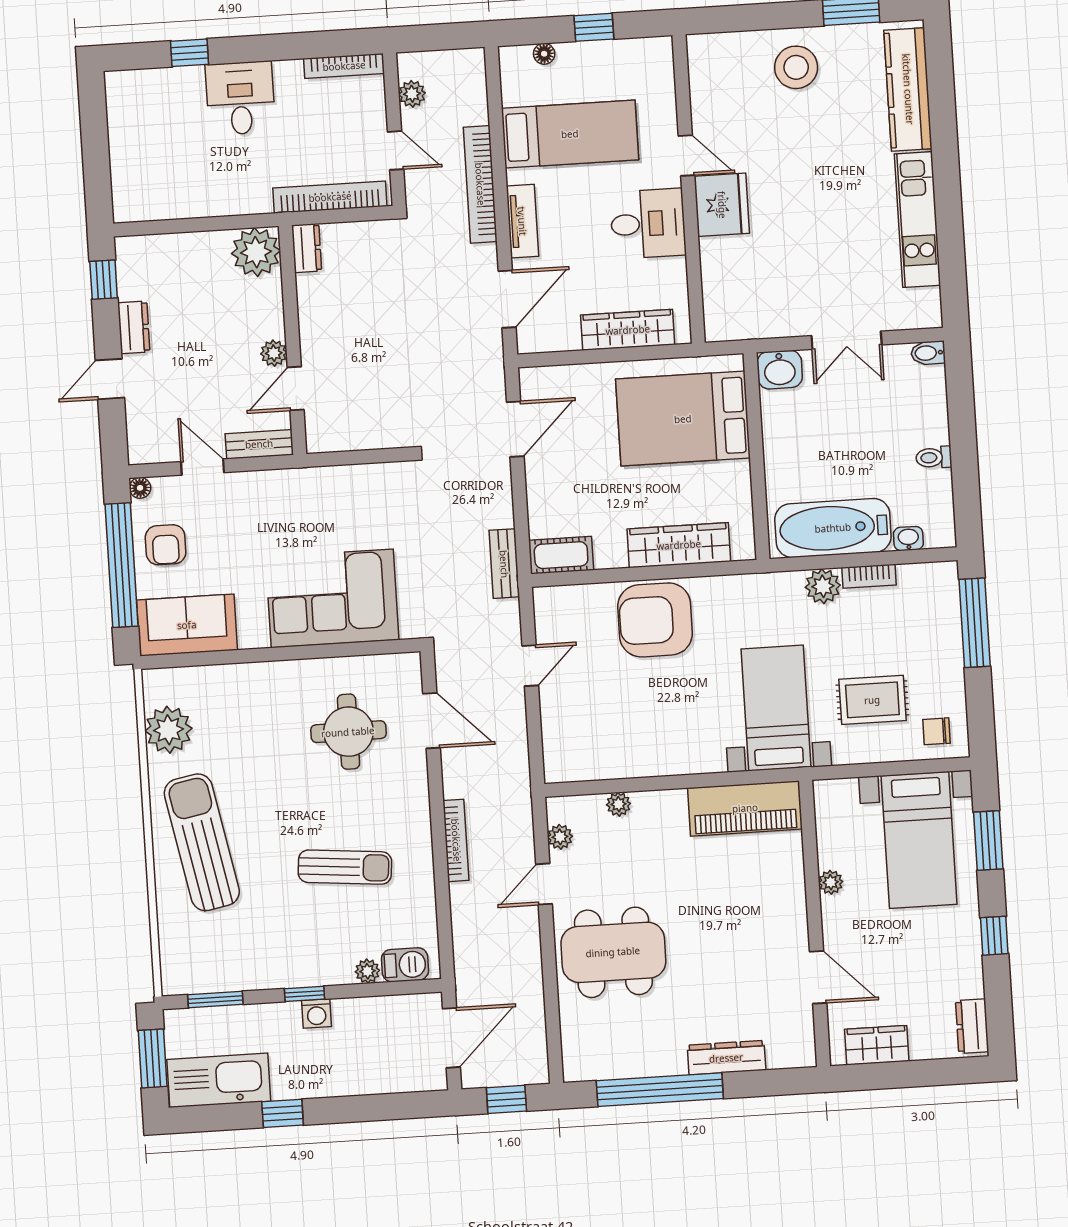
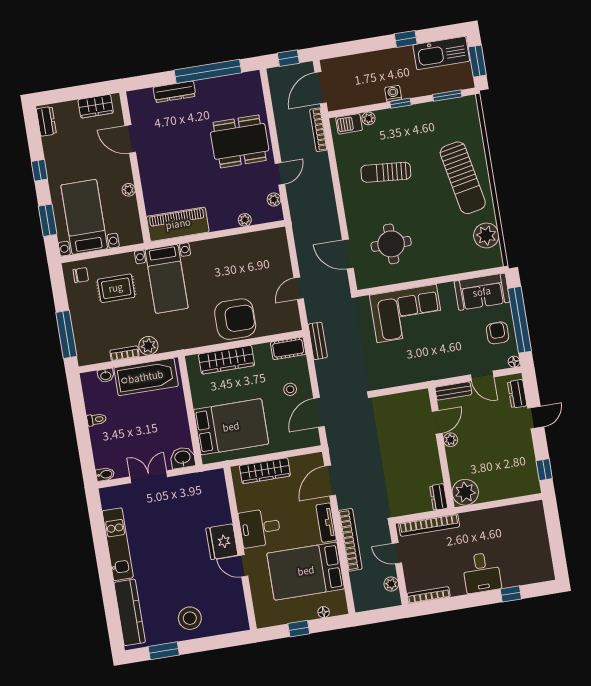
bed: (570, 134) -> (306, 571), width x1.50
dresser: (134, 327) -> (517, 394), moved
stool: (565, 478) -> (290, 389), added
bookcase: (456, 840) -> (318, 130), moved

